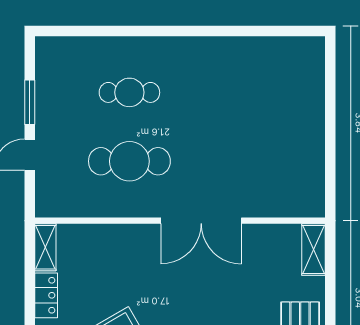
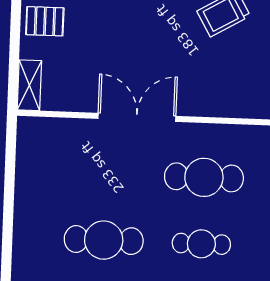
cafe table: (231, 92) -> (104, 240), added

